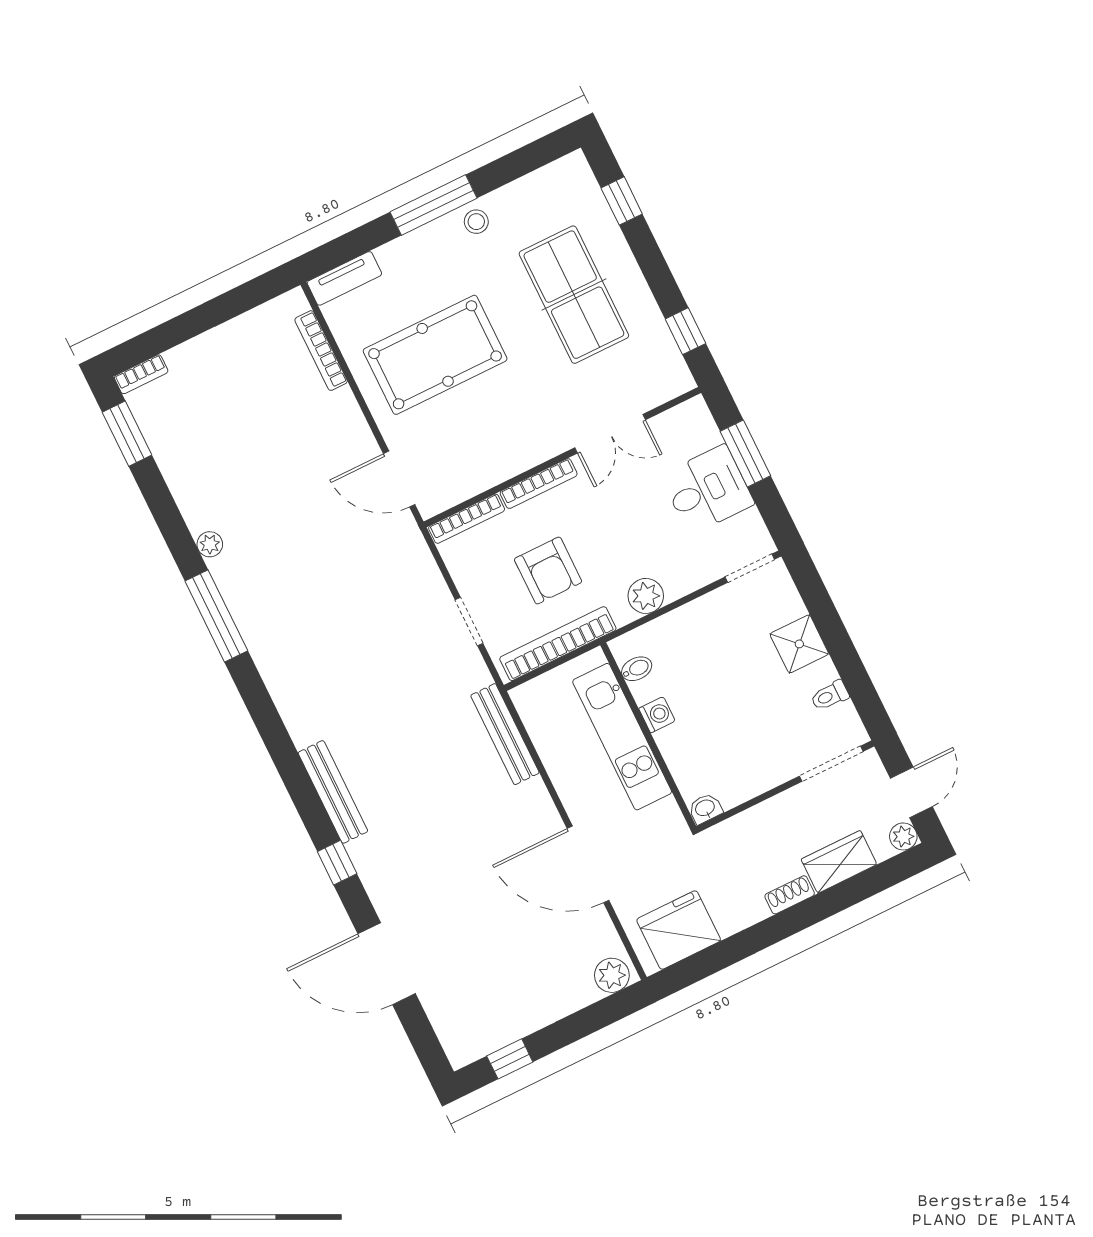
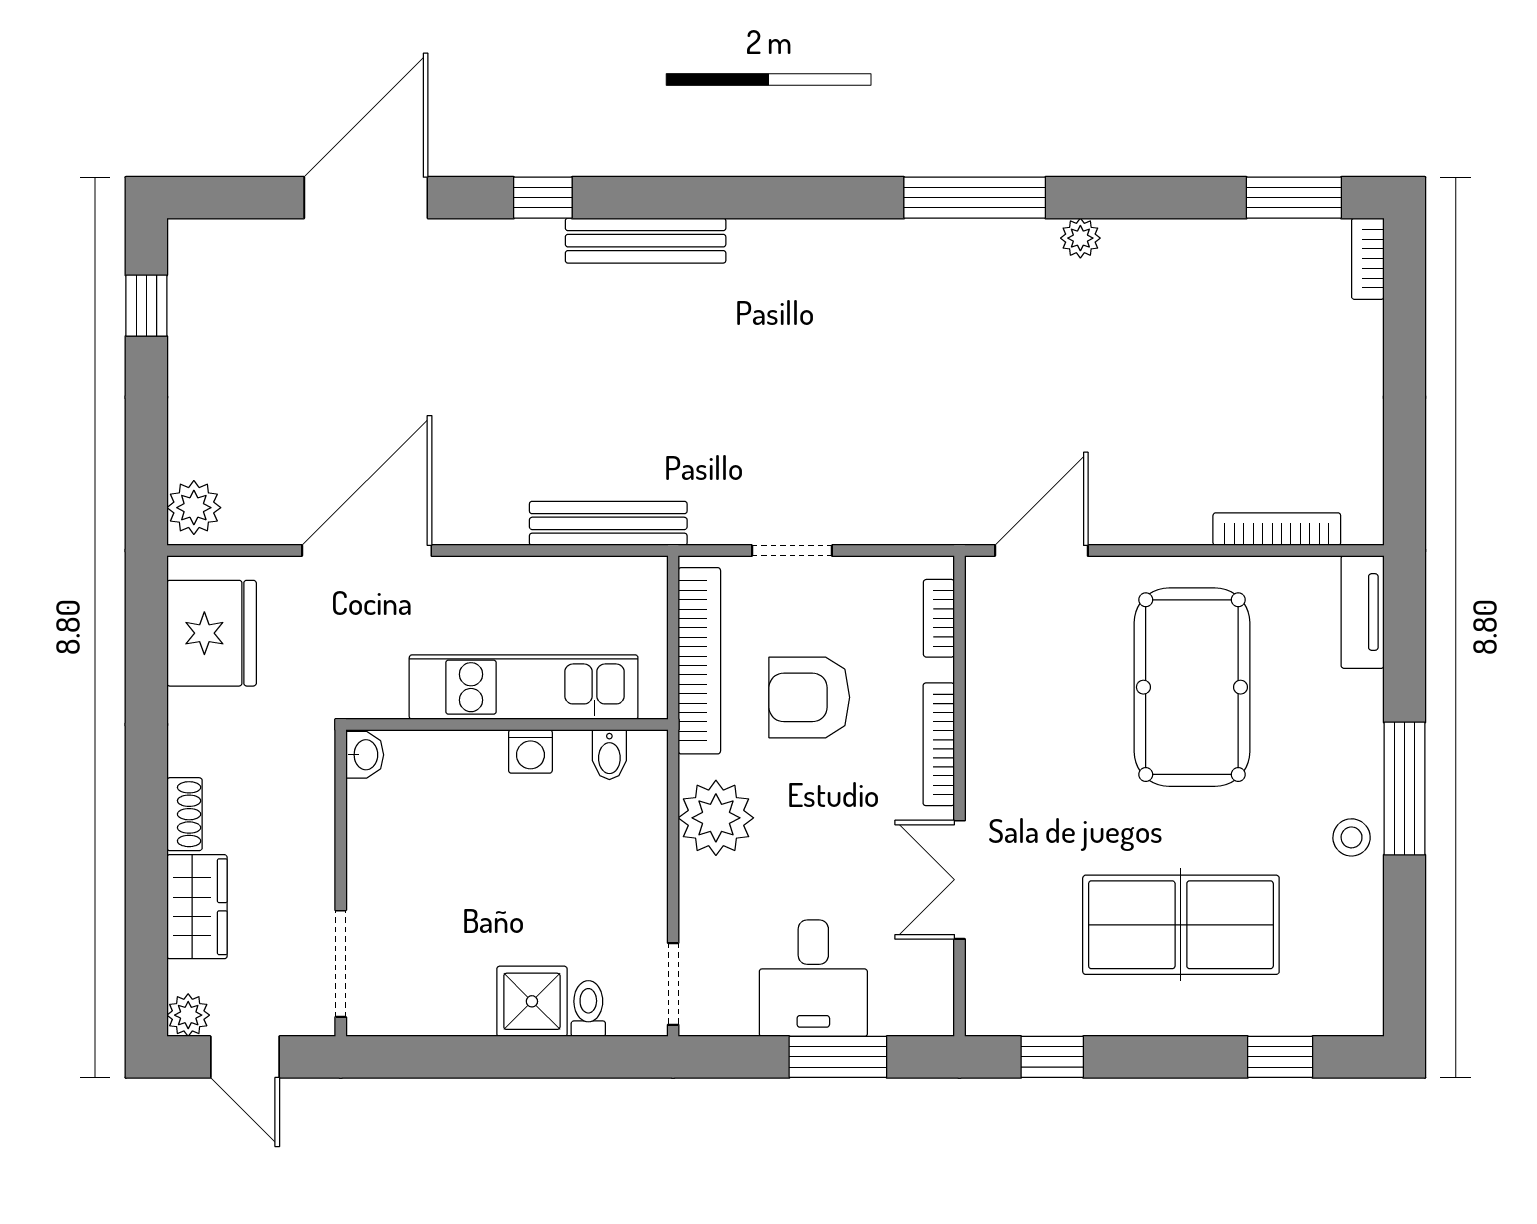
bookcase: (467, 519) -> (939, 618), width x0.64
plant: (646, 596) -> (716, 818), width x1.36, depth x1.36
toilet: (830, 696) -> (588, 1009), moved

